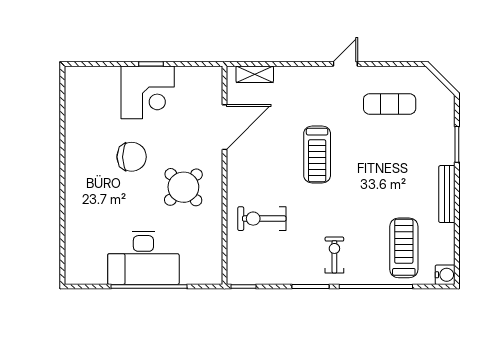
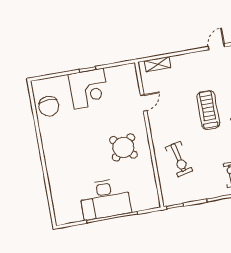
door: (224, 127) -> (144, 103), width x0.53
treadmill: (317, 154) -> (208, 110), turned 180
chair: (132, 157) -> (49, 106), moved, turned 90
exercise bike: (262, 219) -> (179, 159), turned -103

